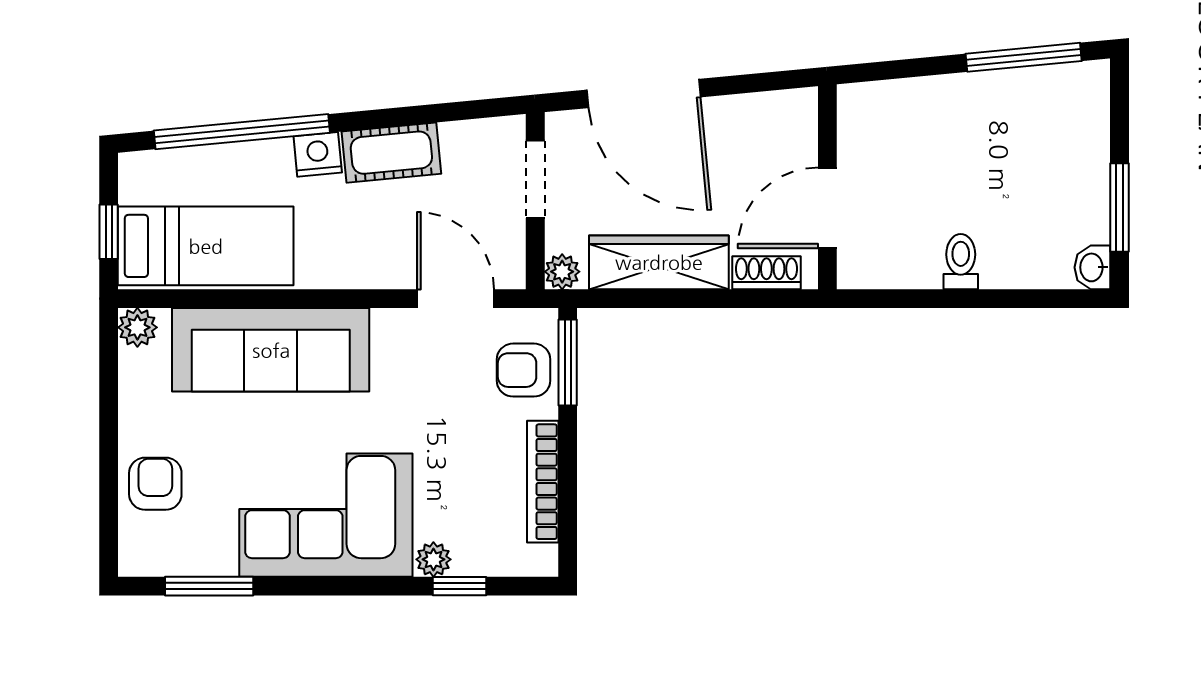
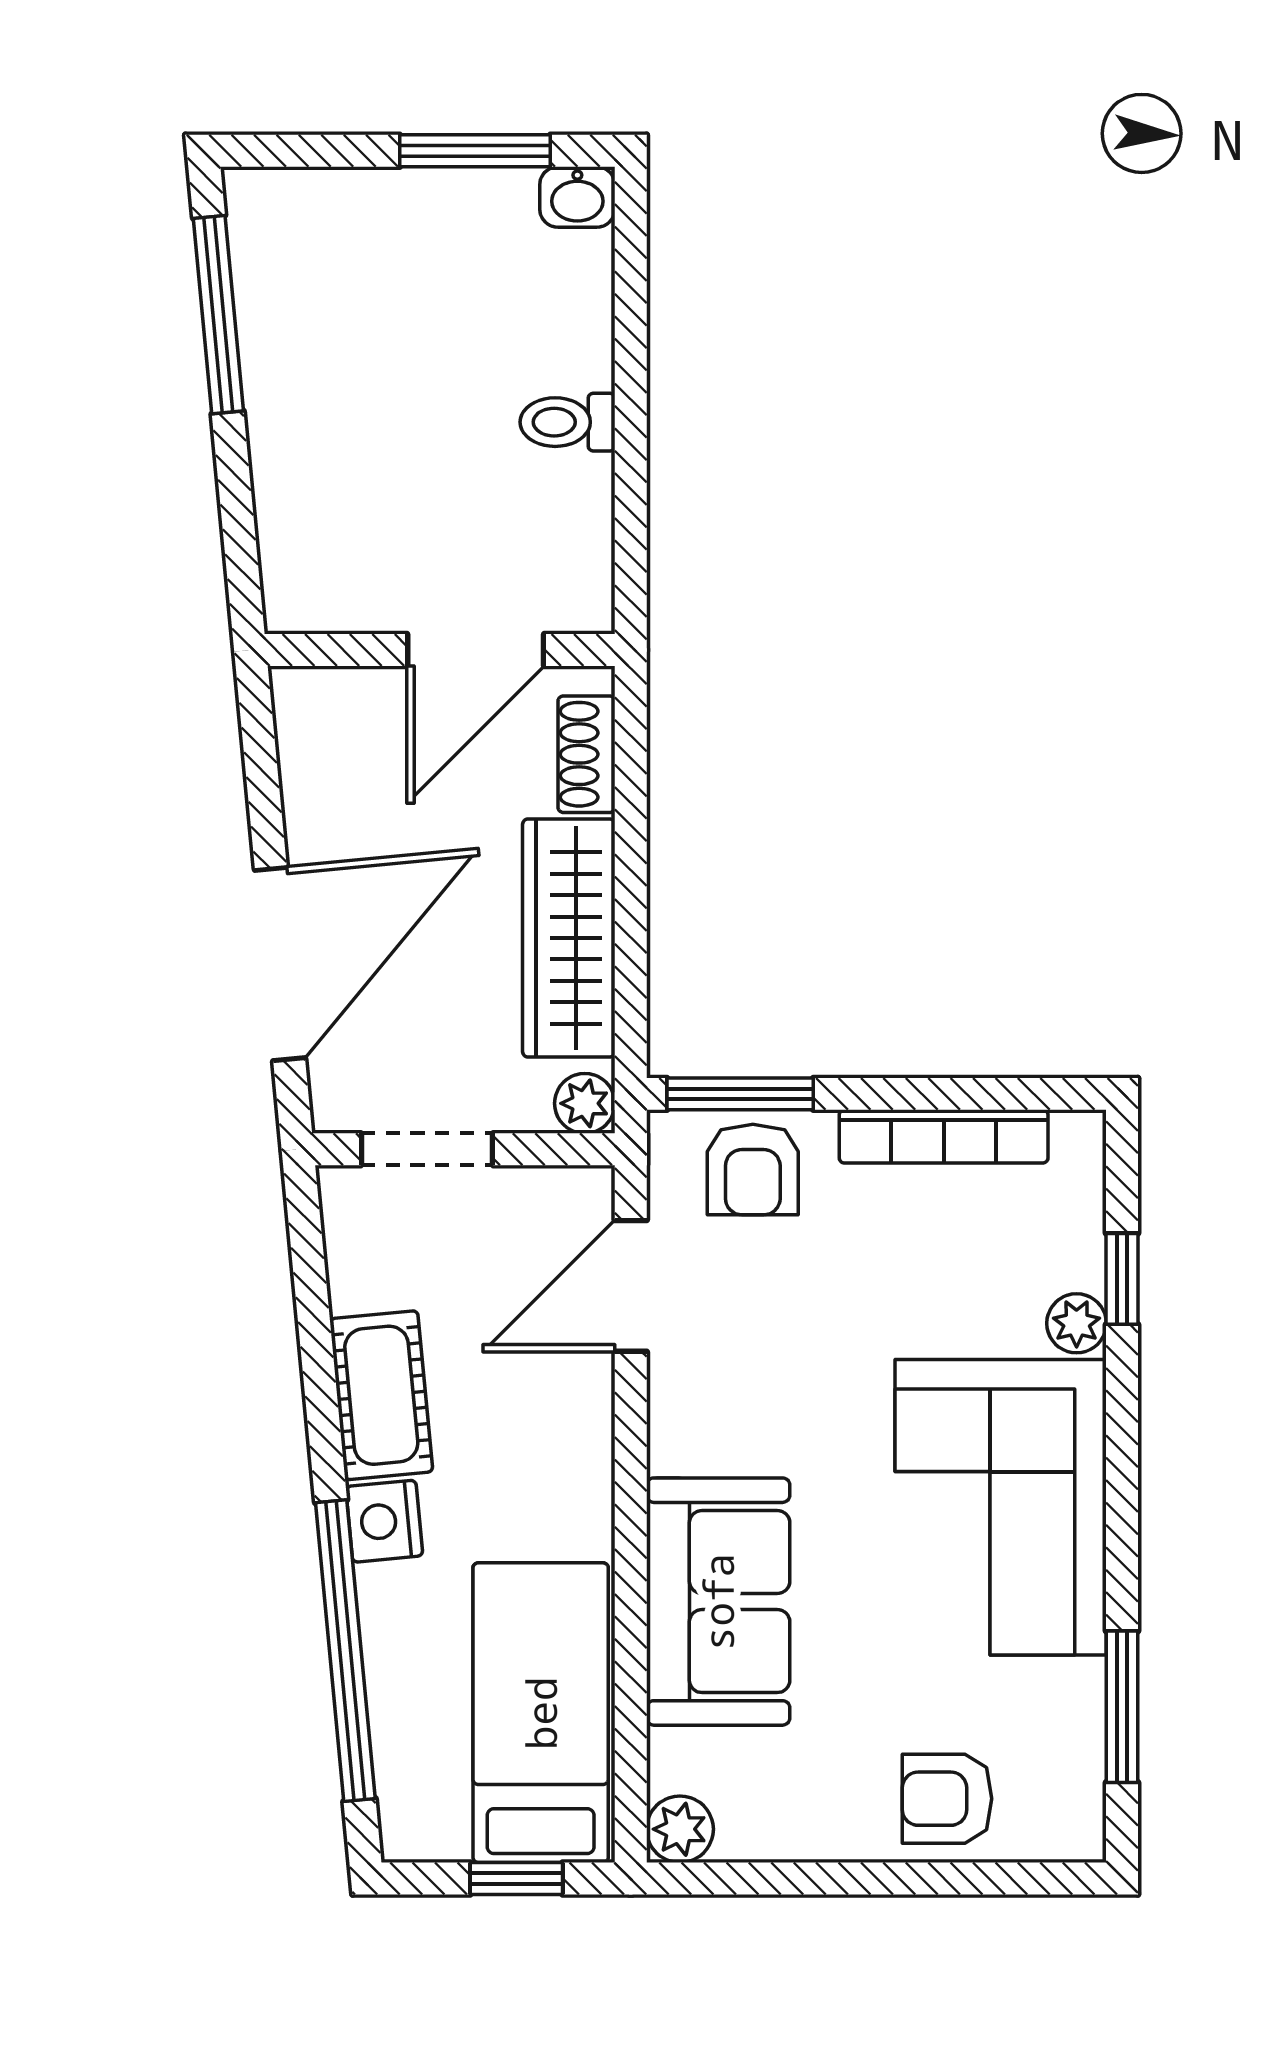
door: (827, 208) -> (476, 650), hinge flipped
sofa: (271, 350) -> (718, 1602), width x0.73

